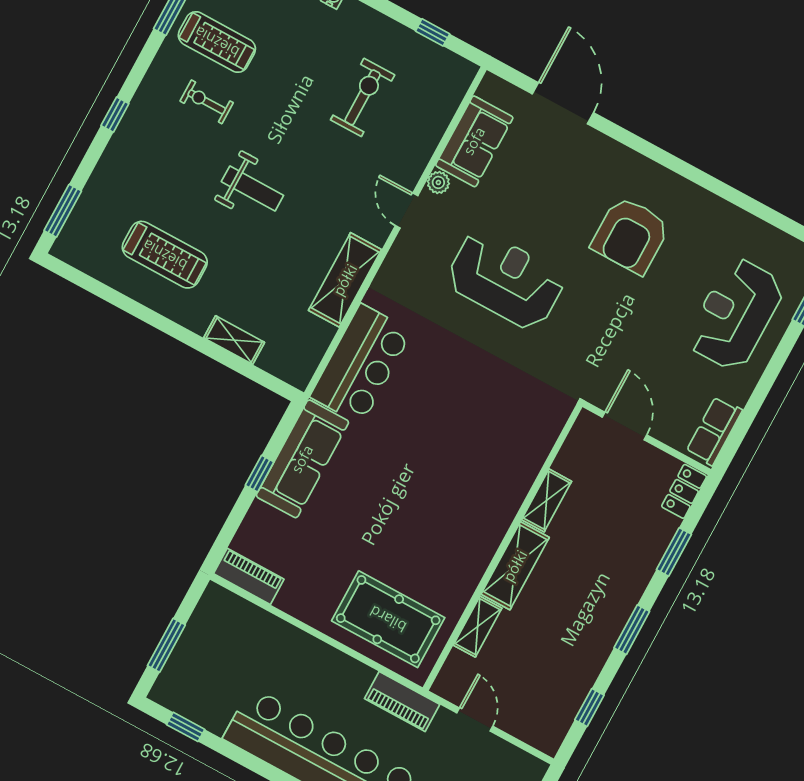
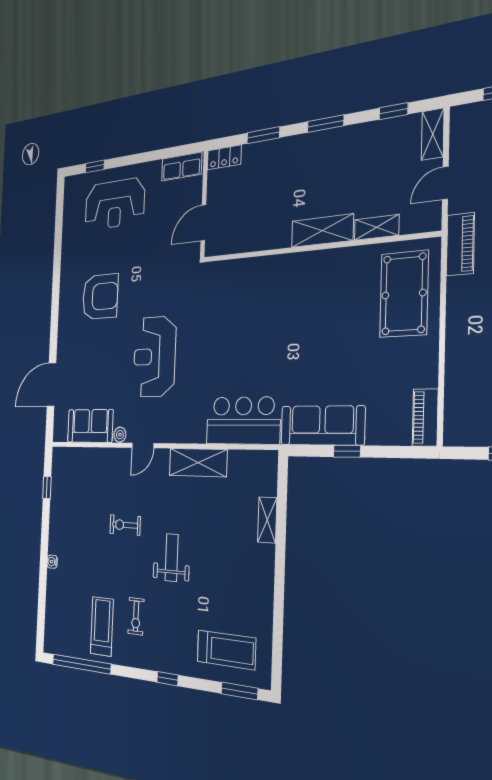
exercise bike: (363, 97) -> (125, 525), moved, width x0.73, depth x0.72
treadmill: (165, 255) -> (226, 650), moved, turned 90
shelving: (547, 500) -> (433, 134), moved, turned 90

